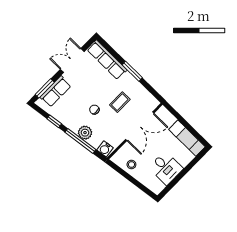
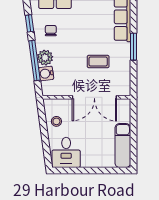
chair: (94, 110) -> (51, 31), moved
water cooler: (105, 149) -> (46, 73), moved
desk: (166, 168) -> (66, 152), moved

